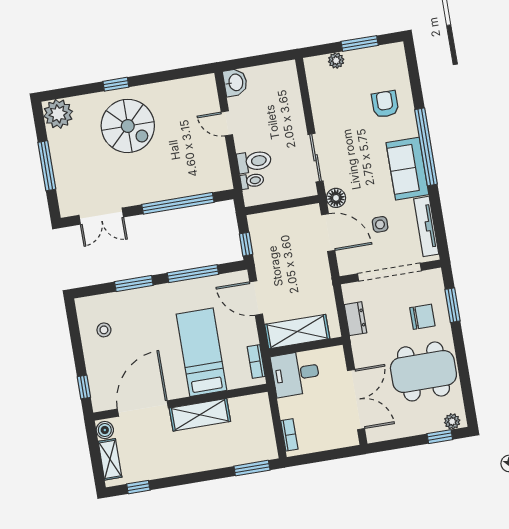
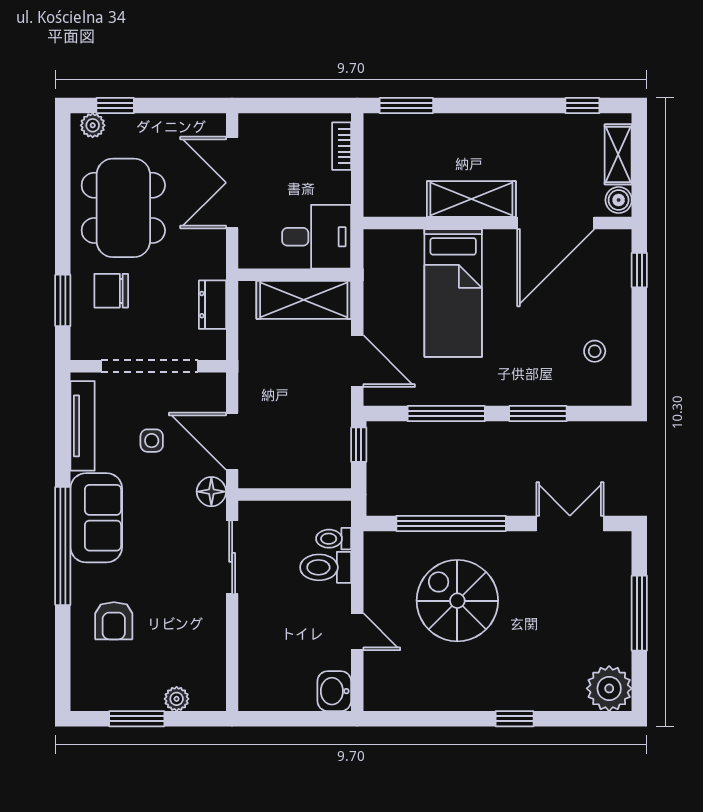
spiral stairs: (128, 126) -> (457, 601), moved
bookcase: (256, 361) -> (373, 265), removed
dining table: (423, 371) -> (123, 208), turned 90

